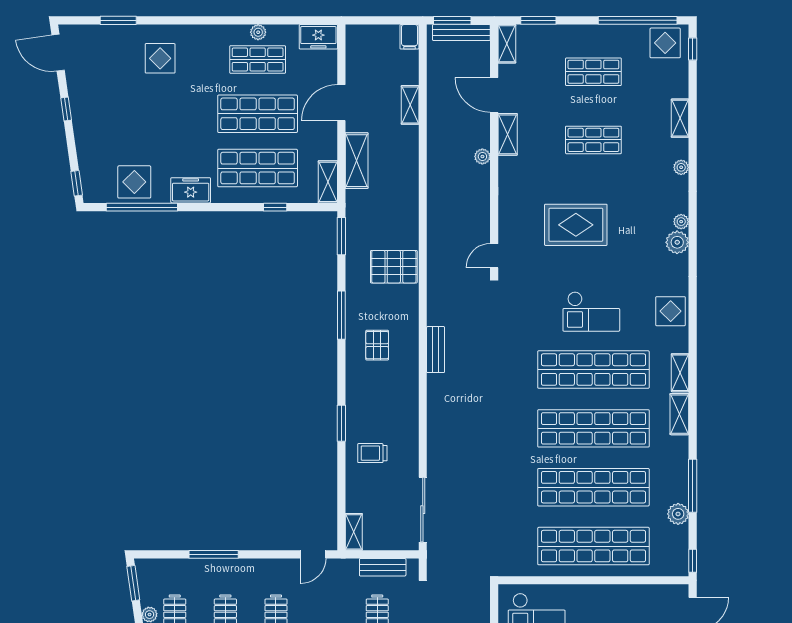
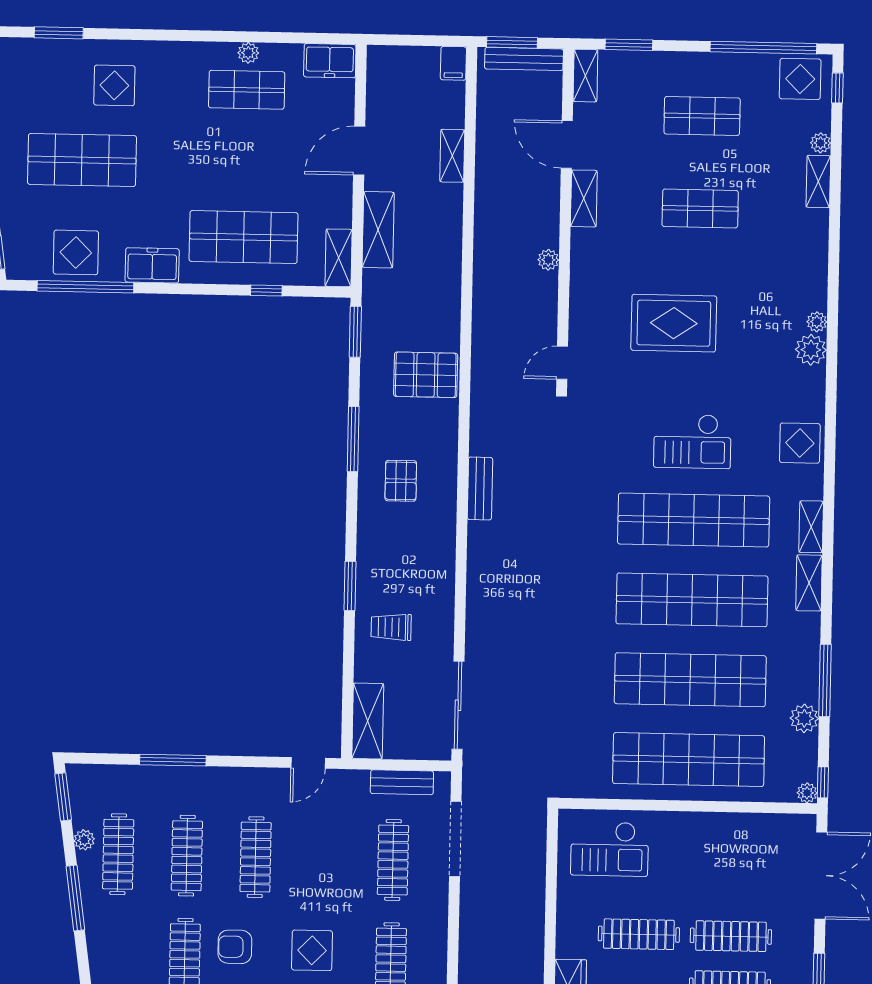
shop shelf: (258, 114) -> (82, 160), moved
plant: (482, 157) -> (548, 260), moved
plant: (681, 167) -> (821, 143), moved
shelving: (354, 532) -> (368, 721), width x1.50, depth x1.33
plant: (681, 569) -> (807, 793), added

